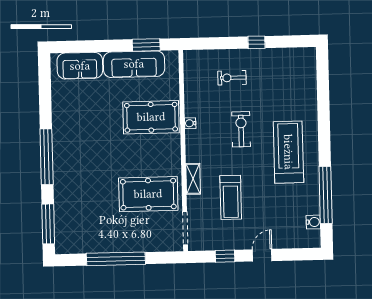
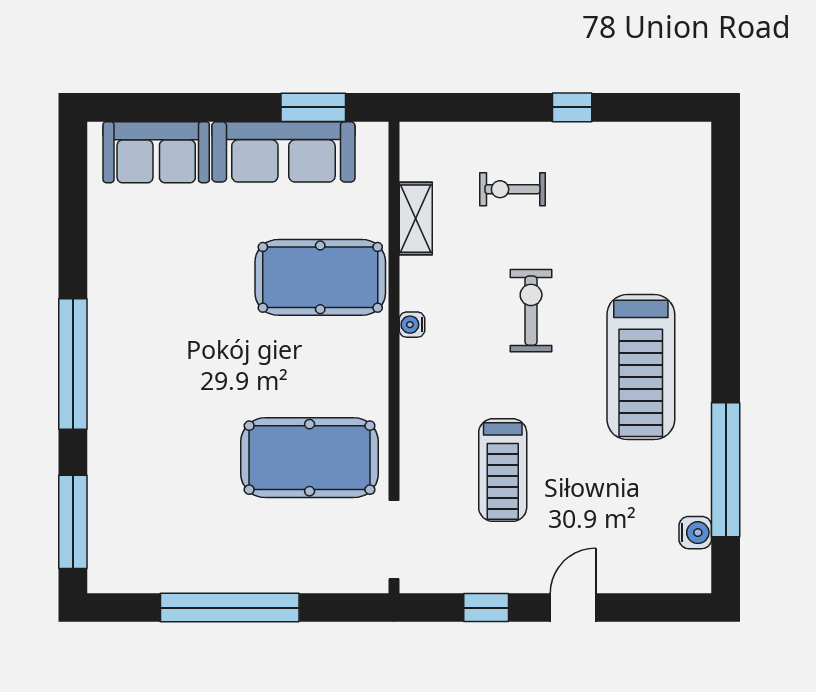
water cooler: (190, 123) -> (412, 325), moved
treadmill: (288, 152) -> (641, 367), turned 180
shelving: (193, 179) -> (416, 219), moved

